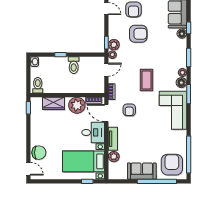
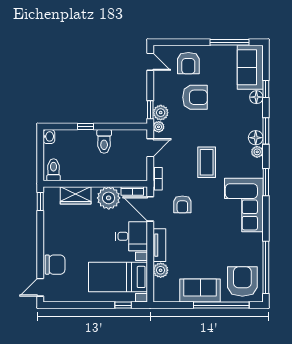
floor lamp: (181, 83) -> (256, 138), moved
door: (28, 169) -> (40, 287), swing flipped

